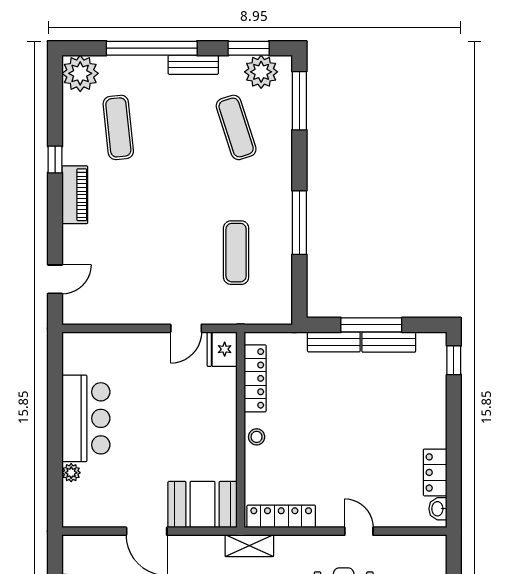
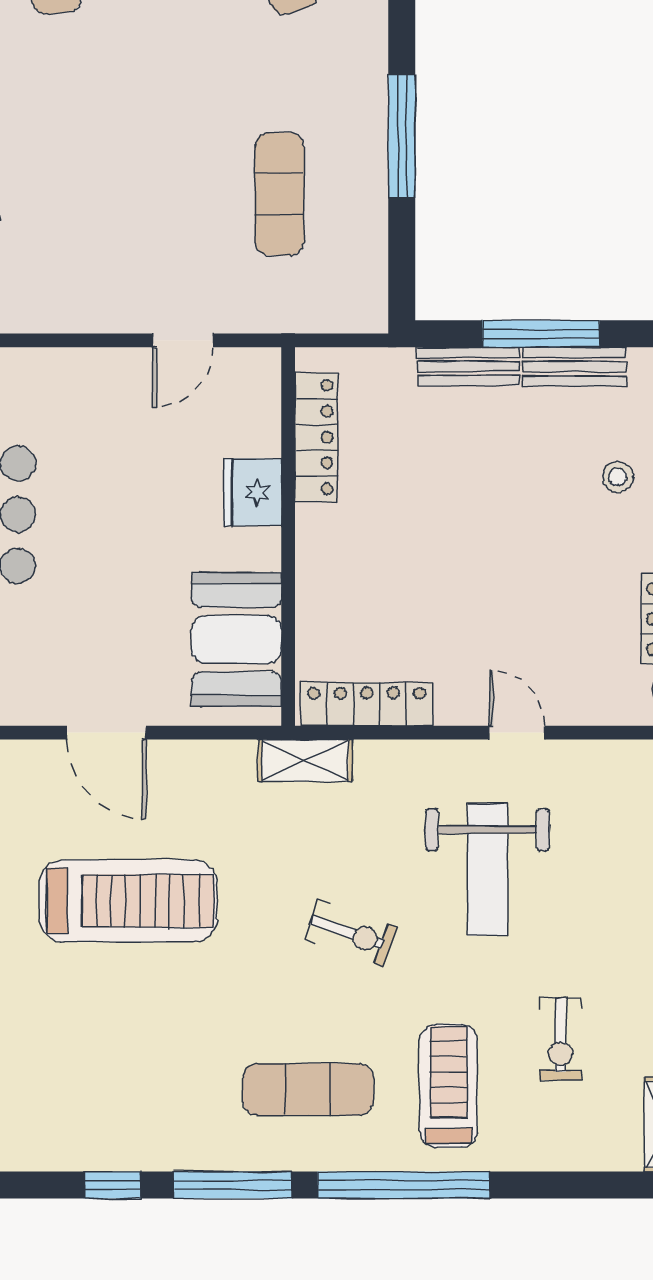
fridge: (222, 349) -> (253, 492), moved
stool: (257, 437) -> (618, 477), moved
booth: (203, 505) -> (237, 640), moved, turned 90

